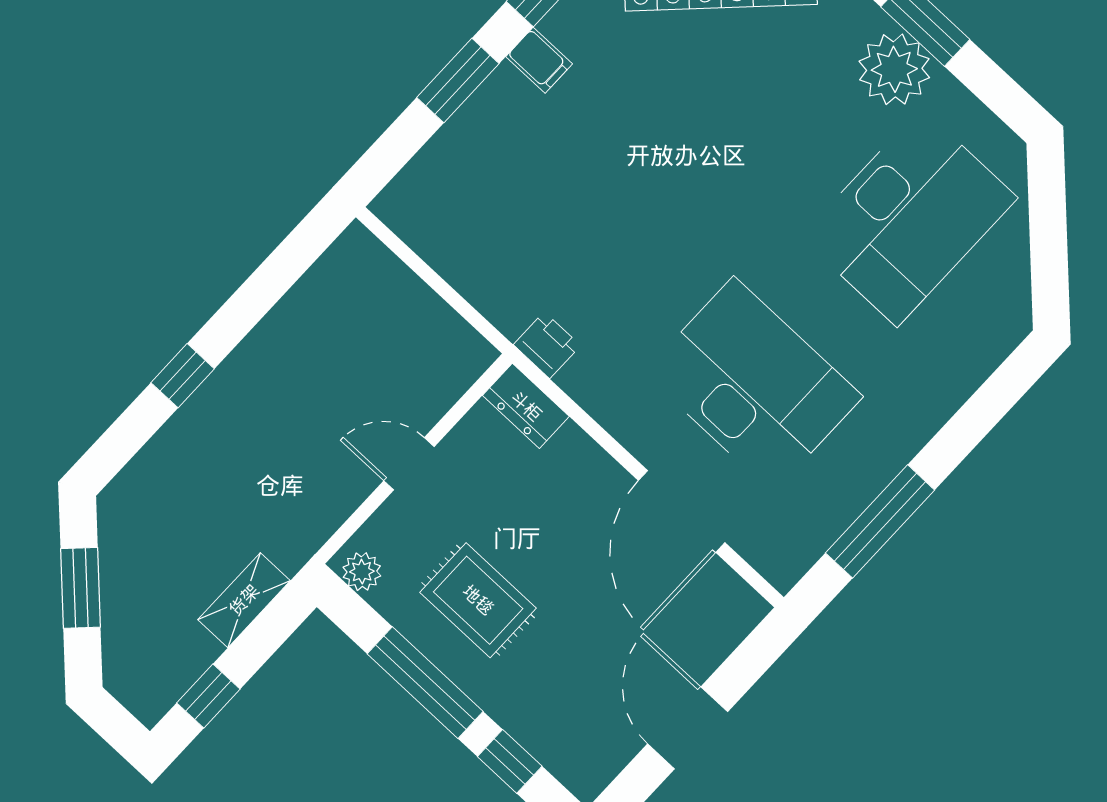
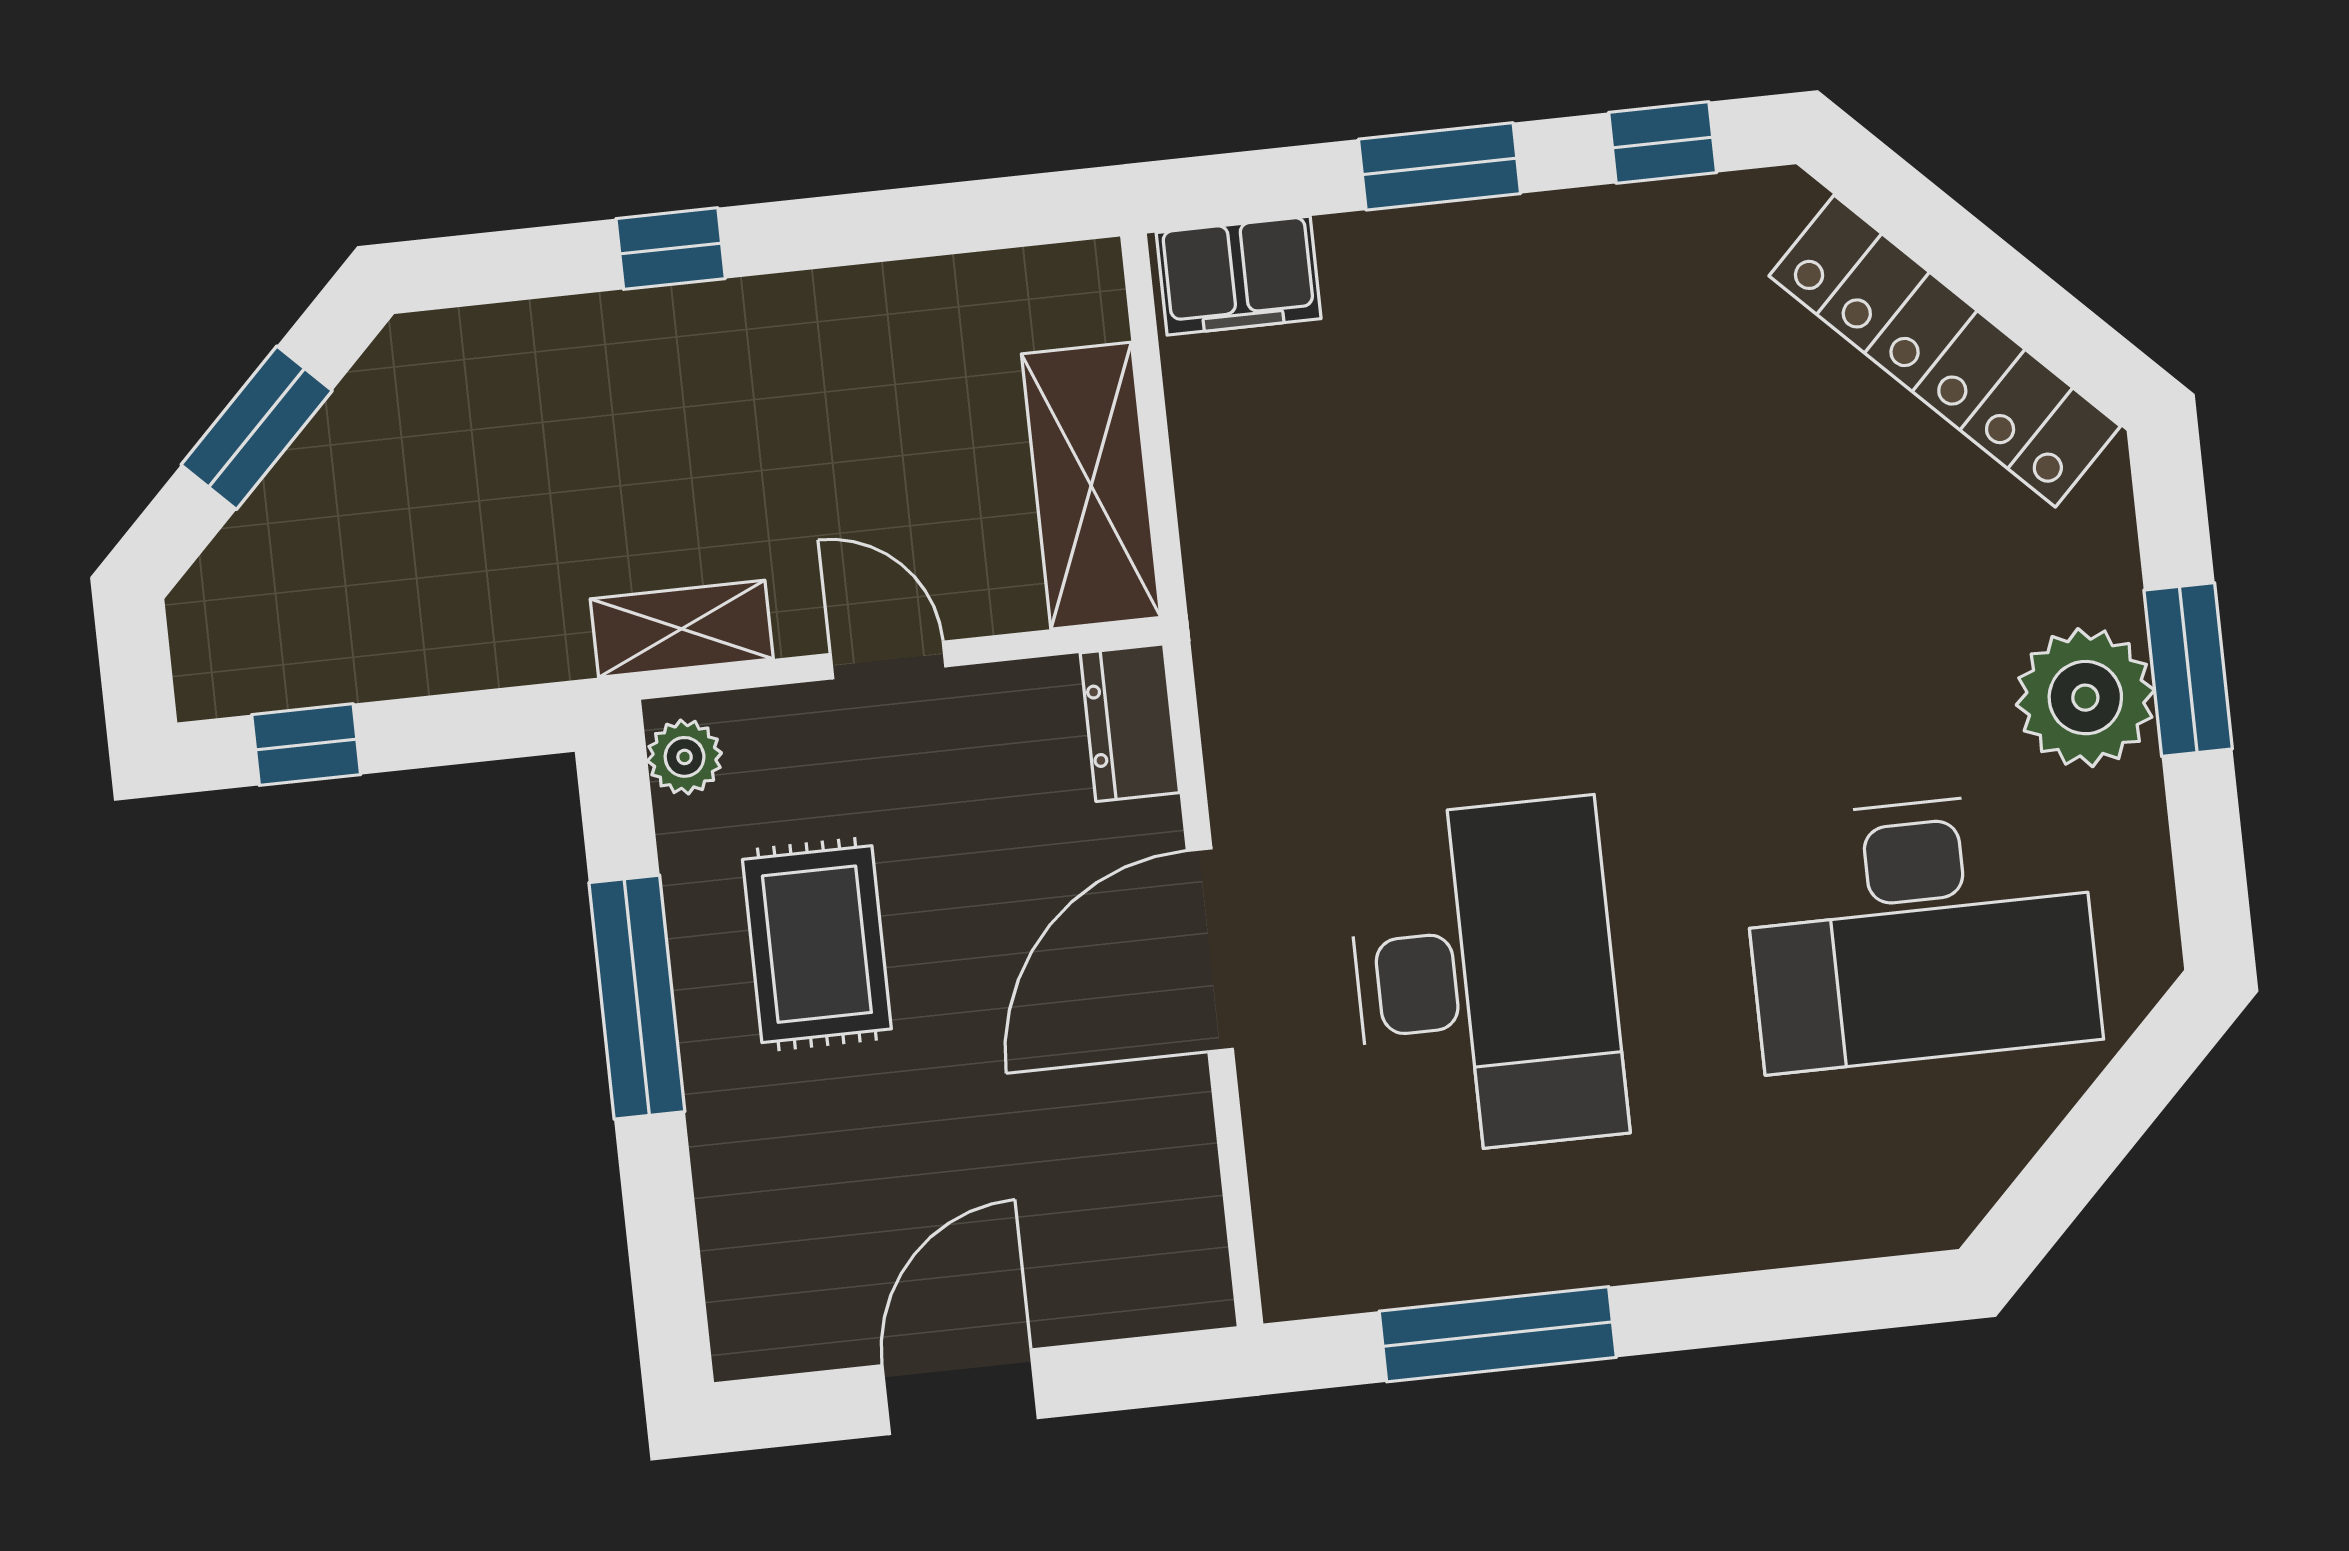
filing cabinet: (539, 60) -> (1239, 276), moved, width x2.00
shelving: (430, 326) -> (1091, 486), added
printer: (547, 345) -> (1236, 661), removed
door: (682, 512) -> (1210, 950), moved
shelving: (244, 600) -> (682, 629), moved
window: (510, 761) -> (660, 1217), removed

